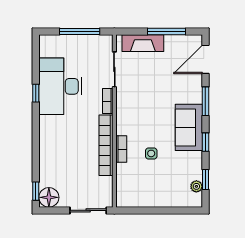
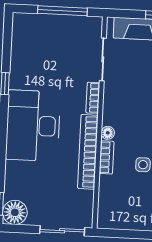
desk: (60, 86) -> (33, 126), moved
floor lamp: (121, 129) -> (108, 133), added

